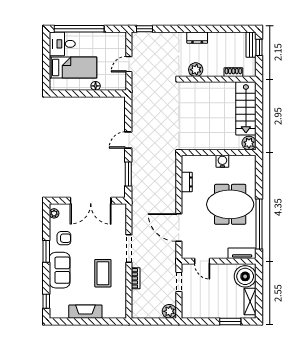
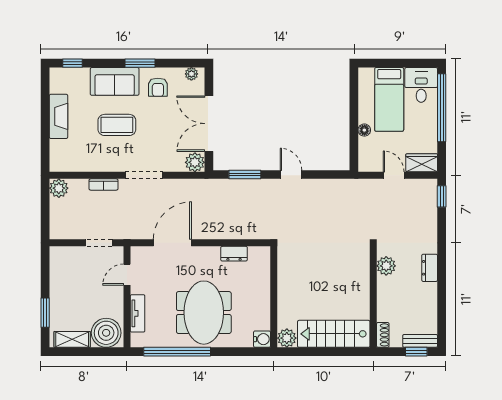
wardrobe: (120, 44) -> (422, 163), added
shoe rack: (233, 72) -> (383, 335), moved
water cooler: (222, 161) -> (262, 339), moved
plant: (119, 211) -> (195, 162), added
tv unit: (242, 253) -> (138, 313), moved
coffee table: (103, 273) -> (117, 125), moved
plant: (169, 311) -> (59, 188), moved

